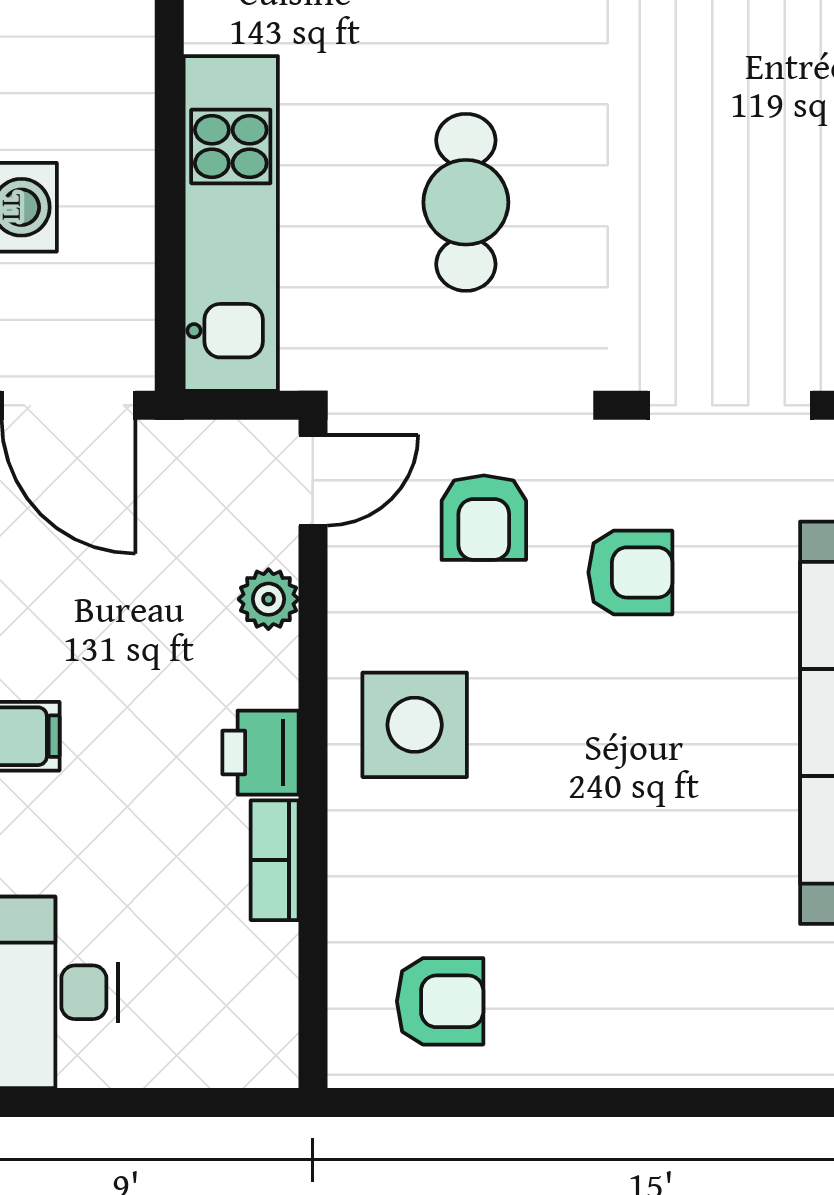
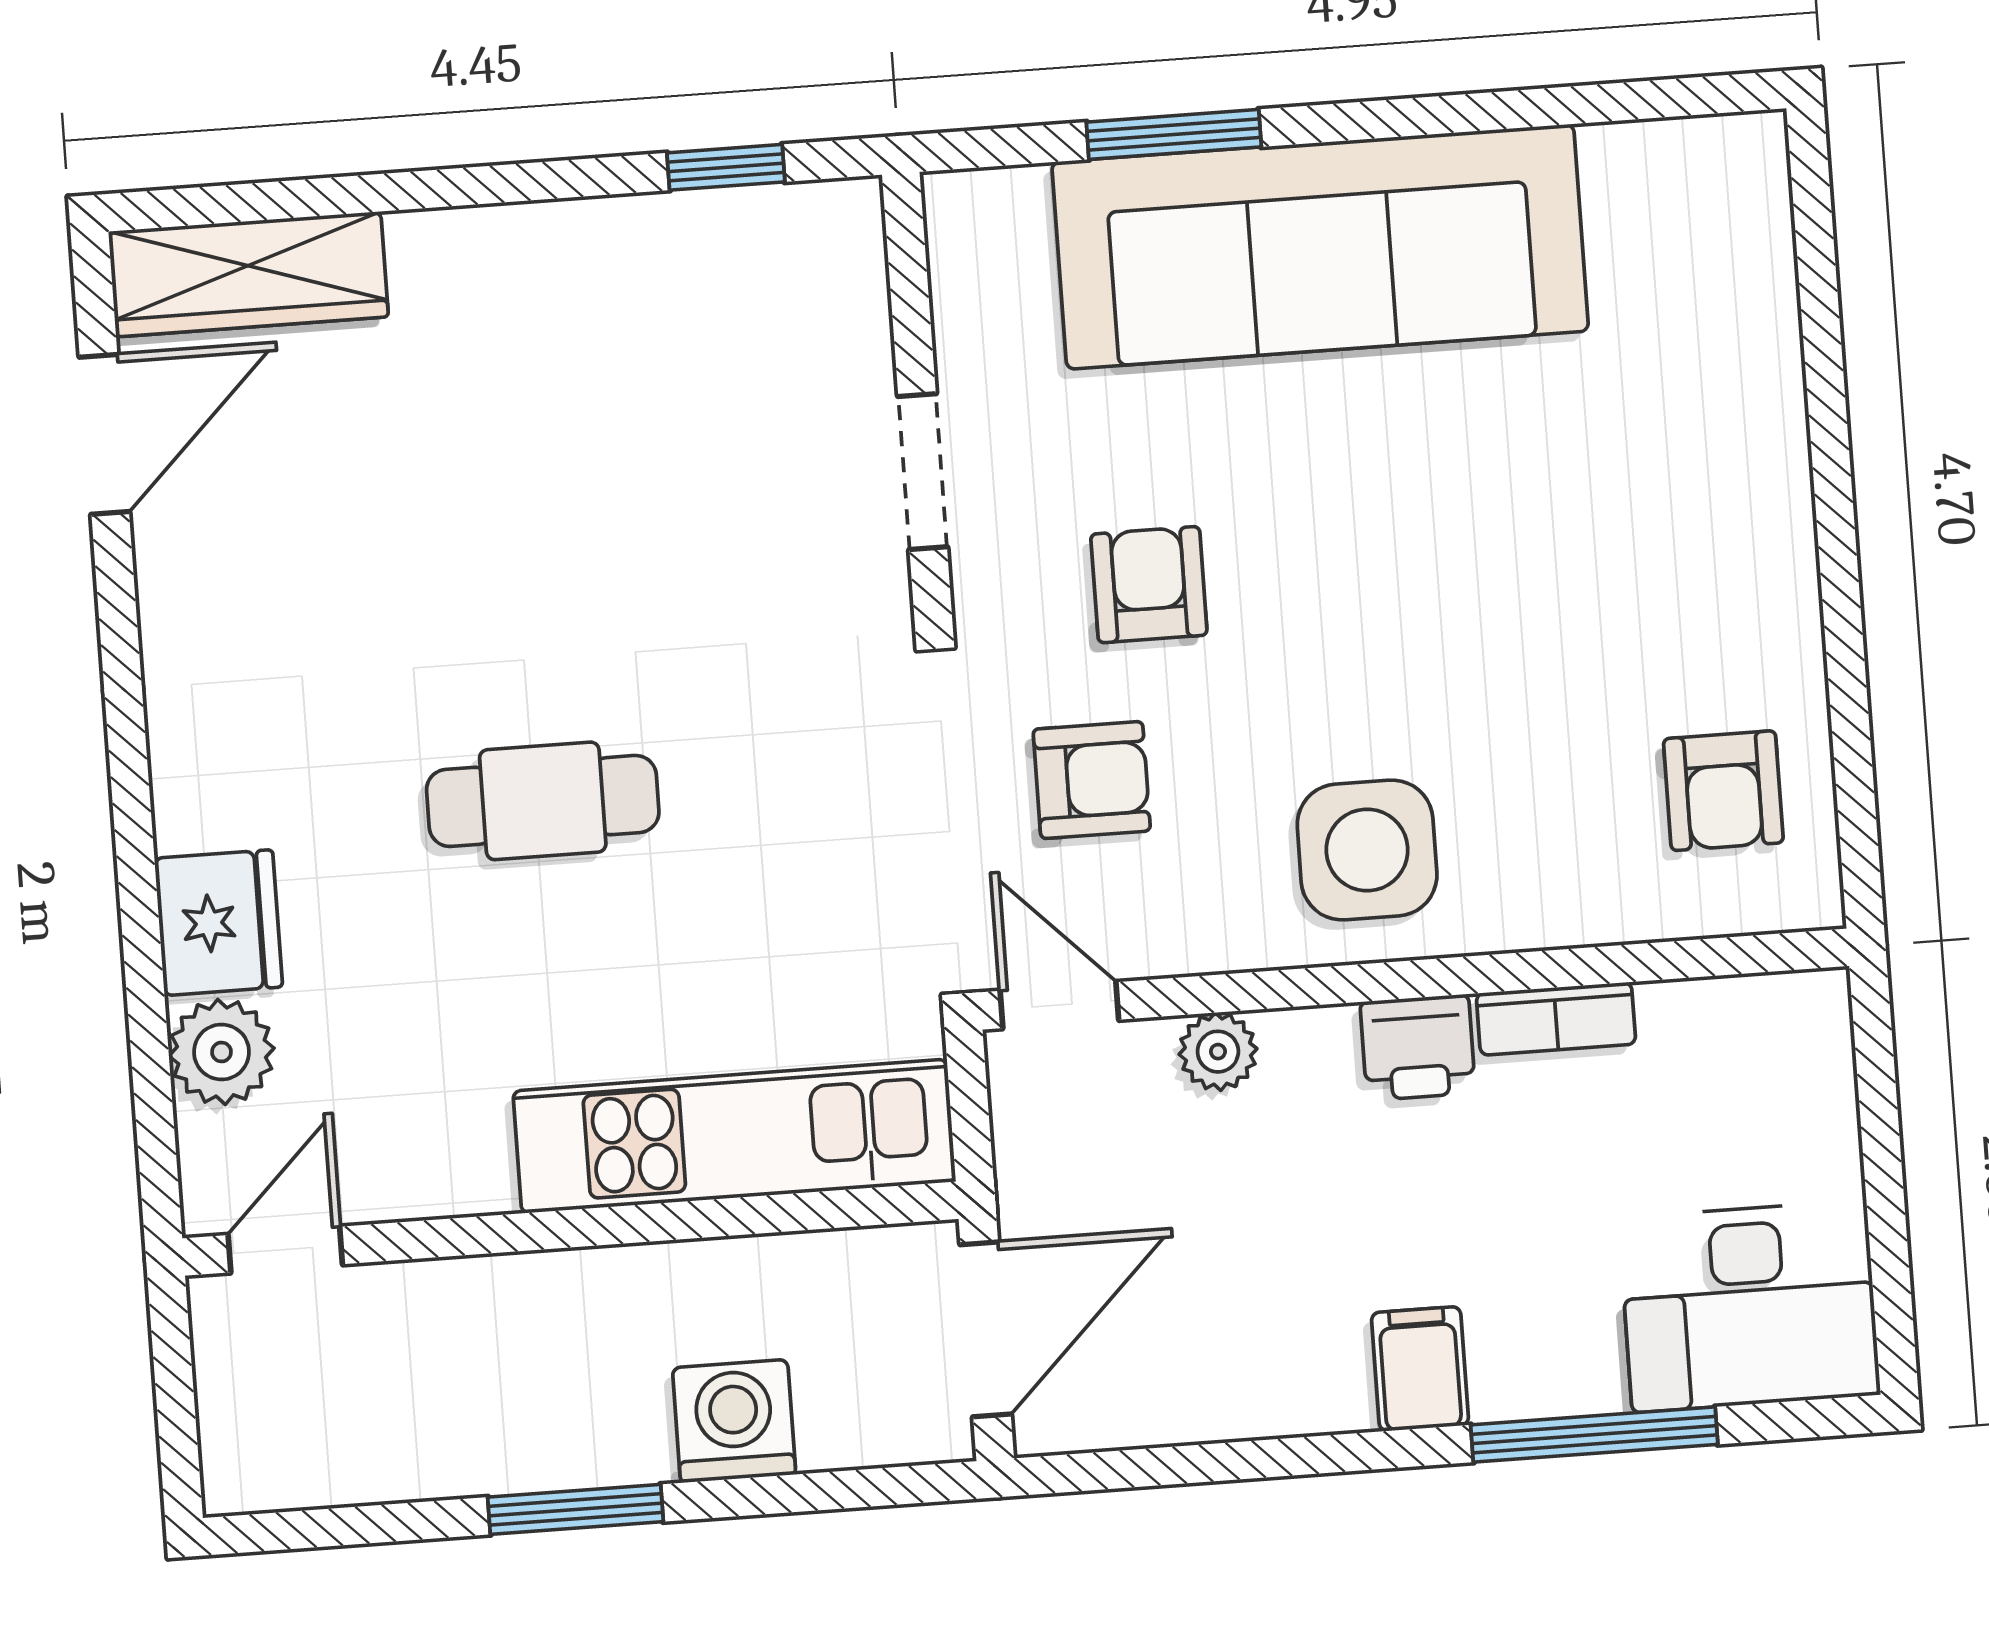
cafe table: (466, 202) -> (543, 801), moved
doorway: (730, 405) -> (923, 472), width x0.73
armchair: (440, 1001) -> (1723, 791), turned 180

